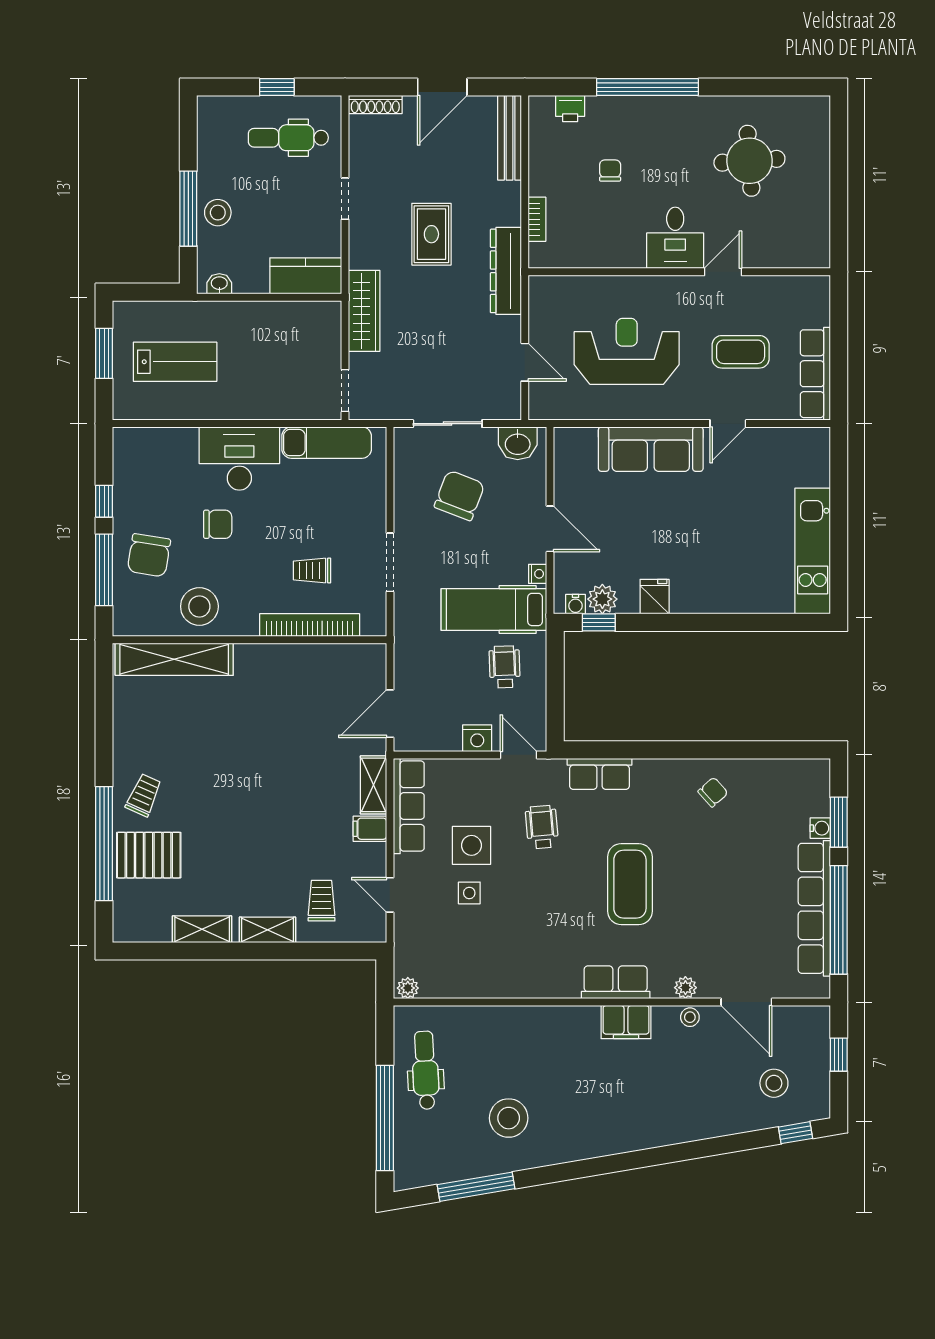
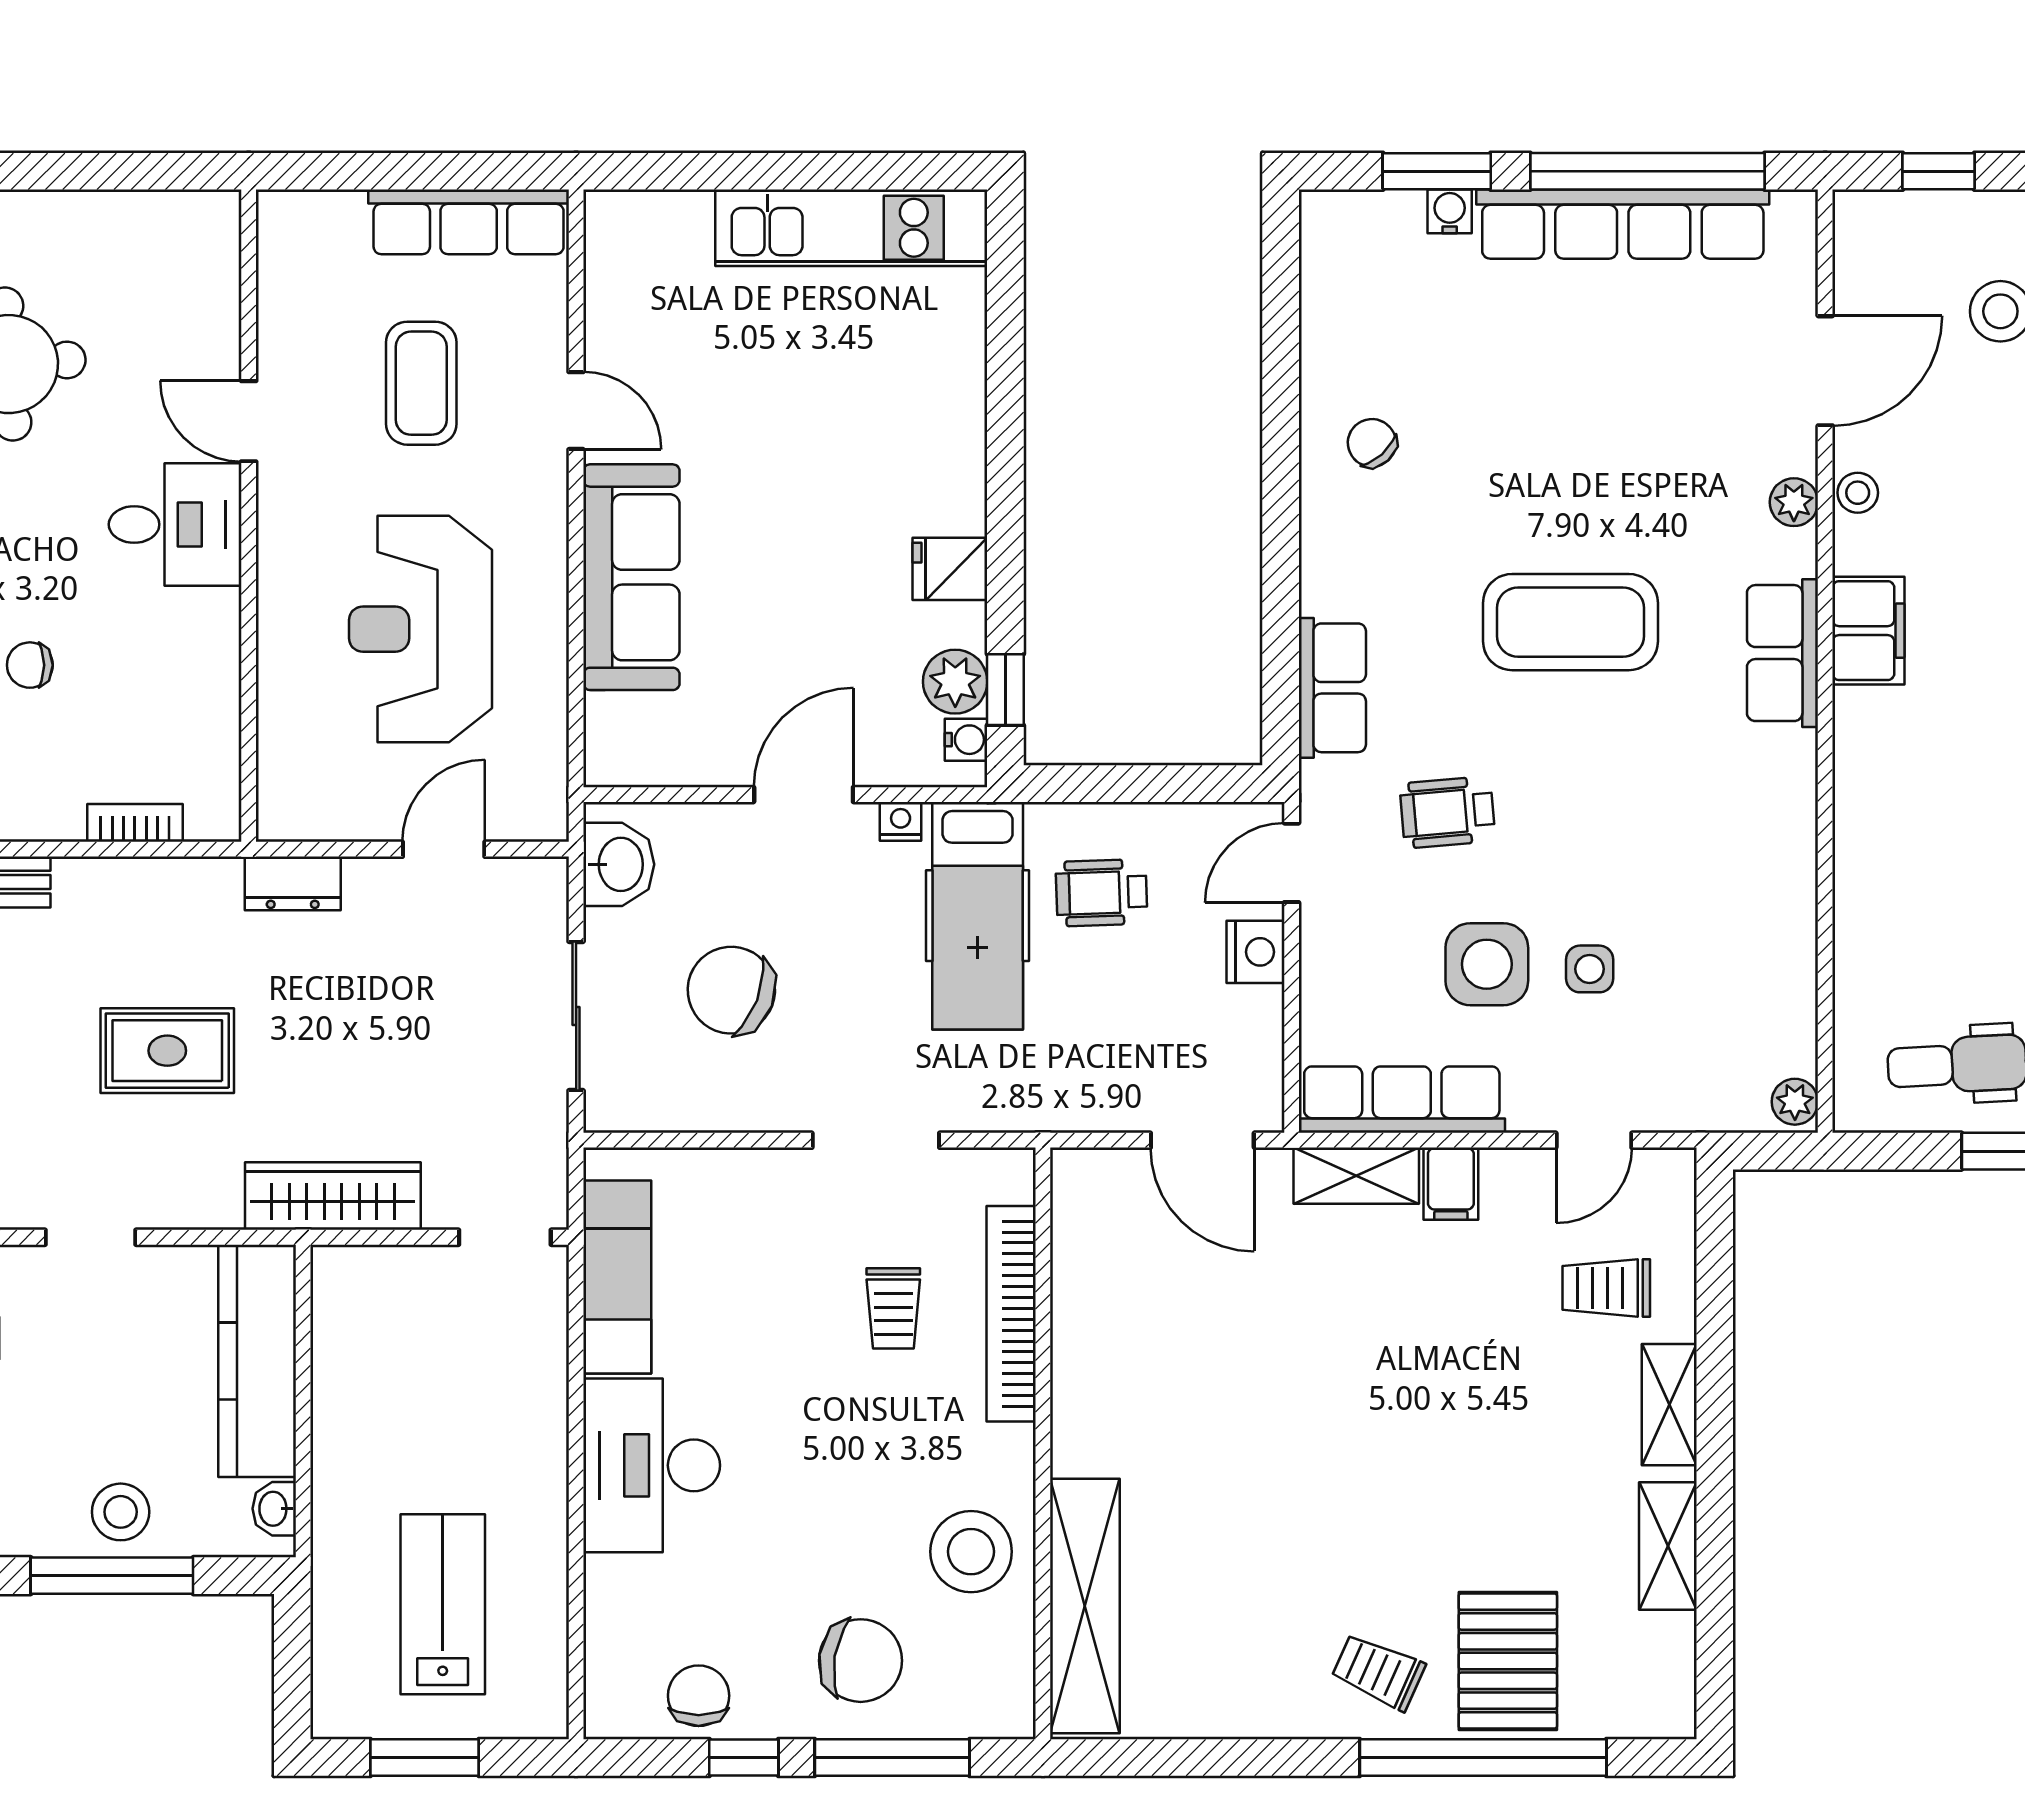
dresser: (506, 271) -> (293, 883), width x0.51, depth x0.80
kitchen counter: (306, 276) -> (257, 1361), width x1.50
chair: (218, 524) -> (699, 1696), moved

